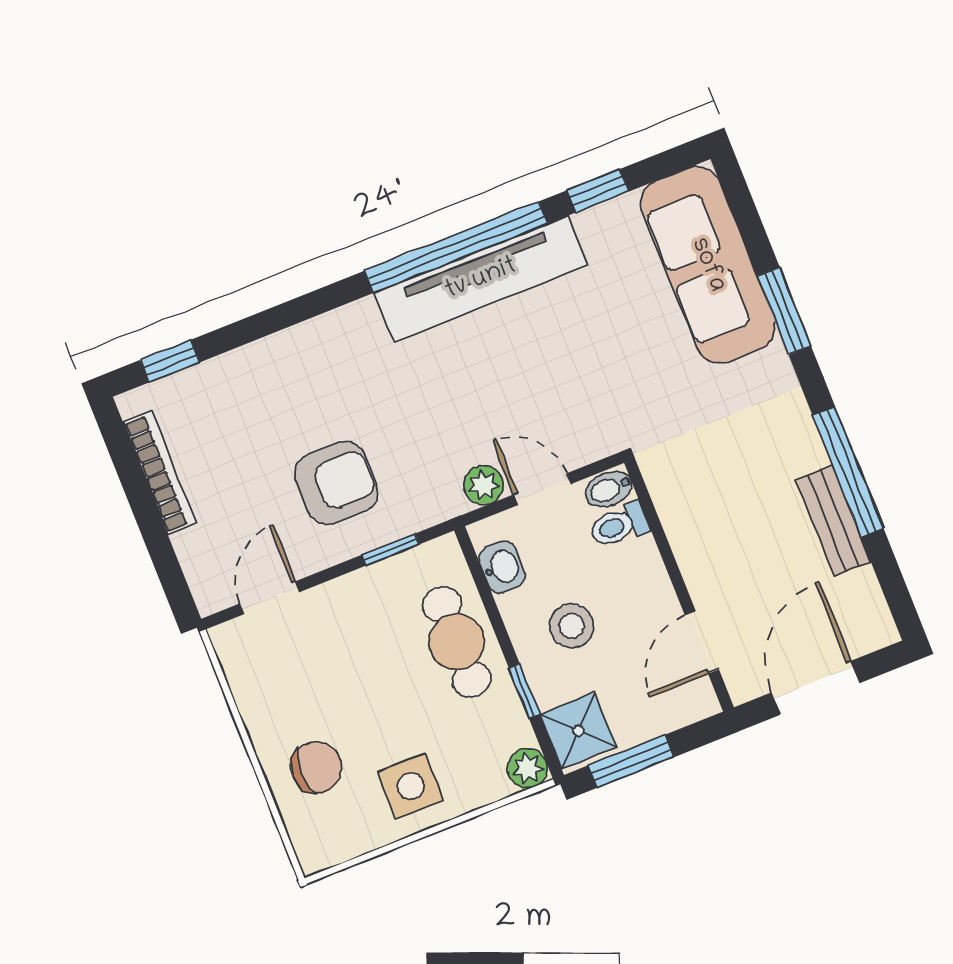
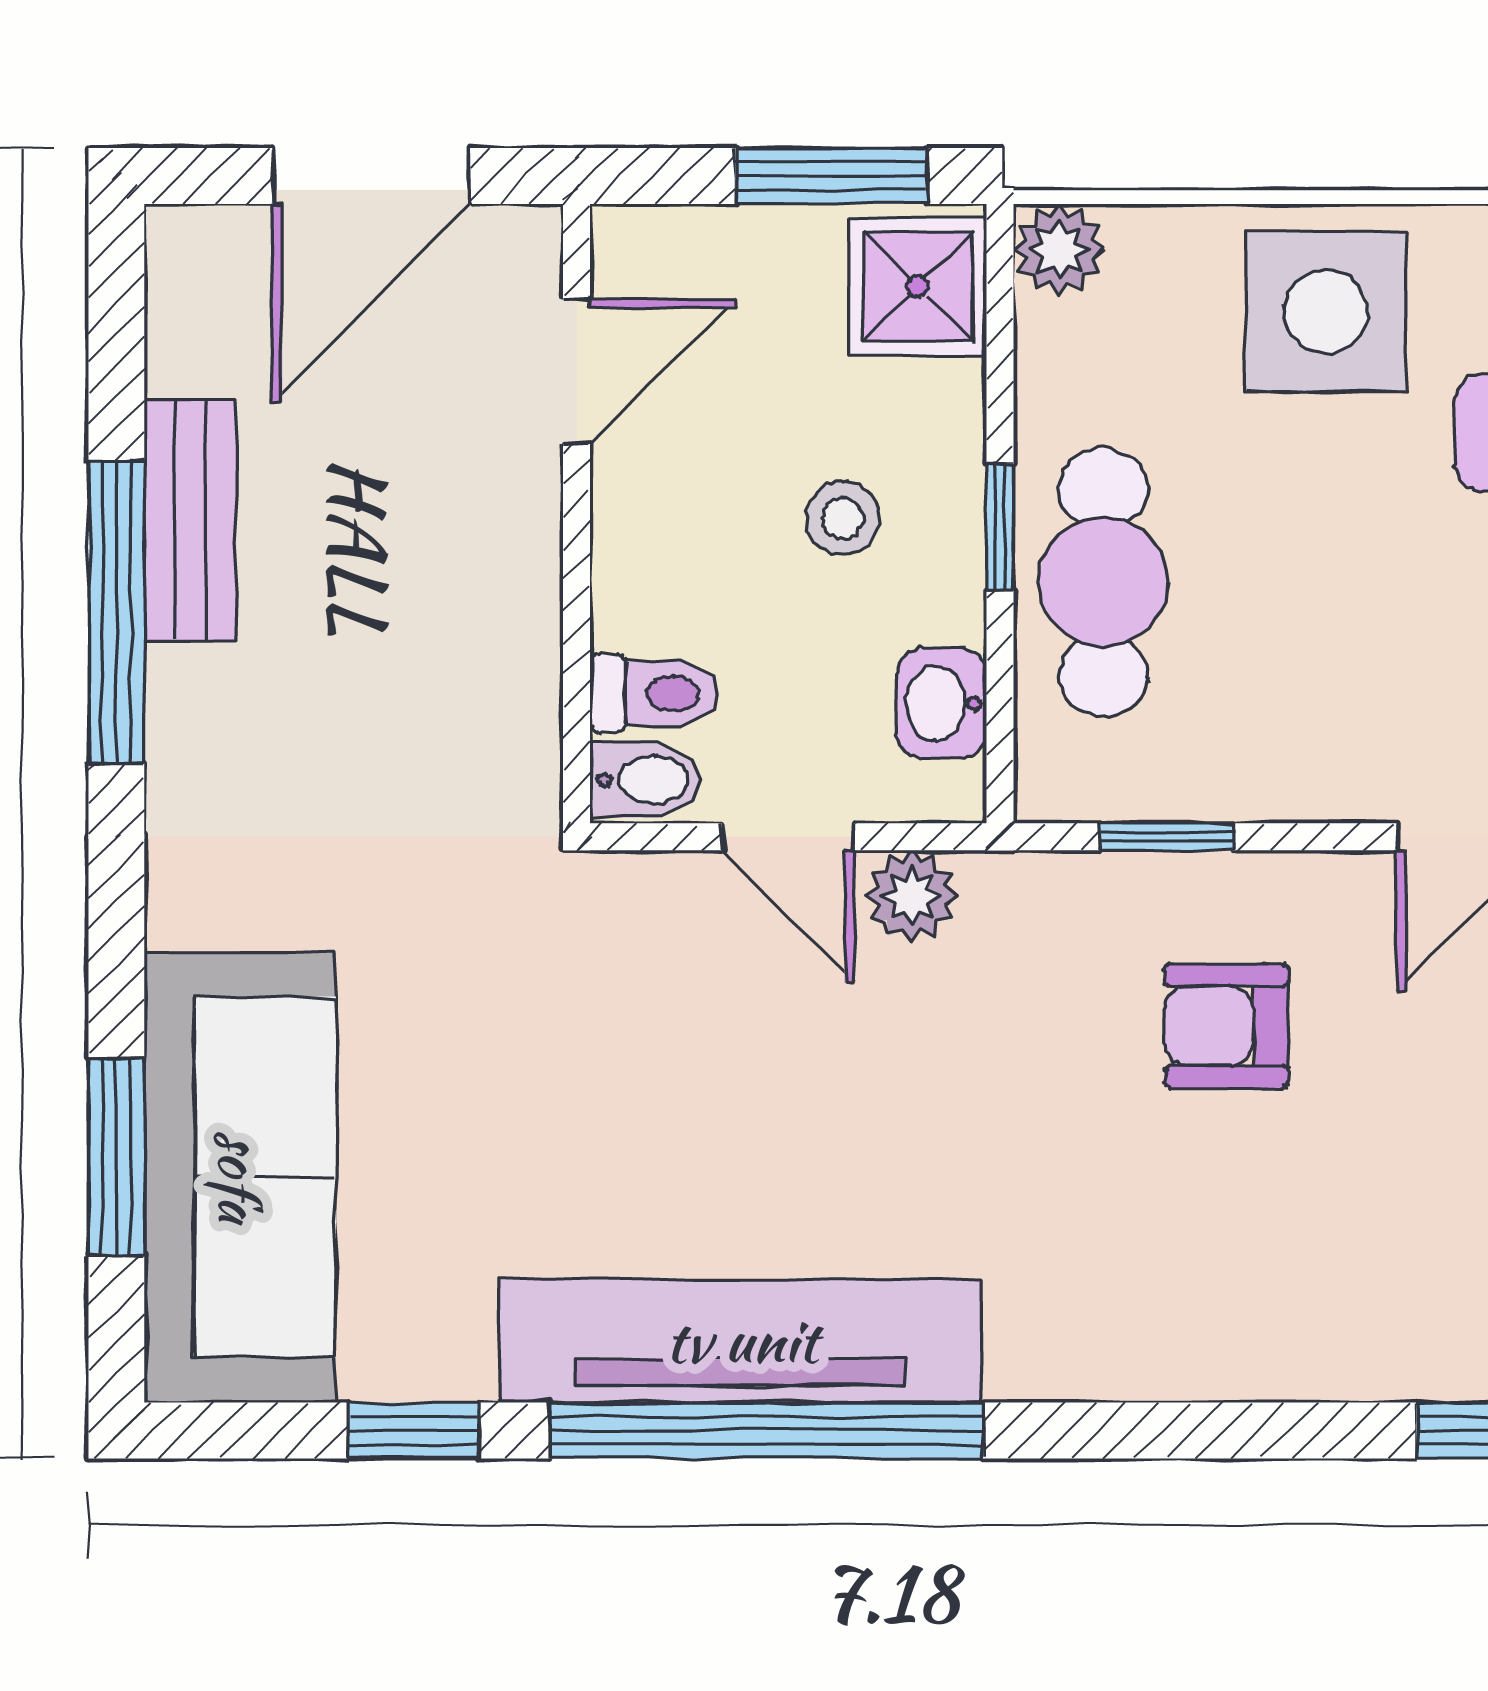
window: (784, 311) -> (116, 1157), moved
armchair: (336, 483) -> (1226, 1026), width x0.72, depth x0.72
stool: (571, 626) -> (843, 518), width x0.73, depth x0.73
window: (524, 691) -> (1000, 527), moved
side table: (411, 786) -> (1326, 311), width x1.37, depth x1.37

